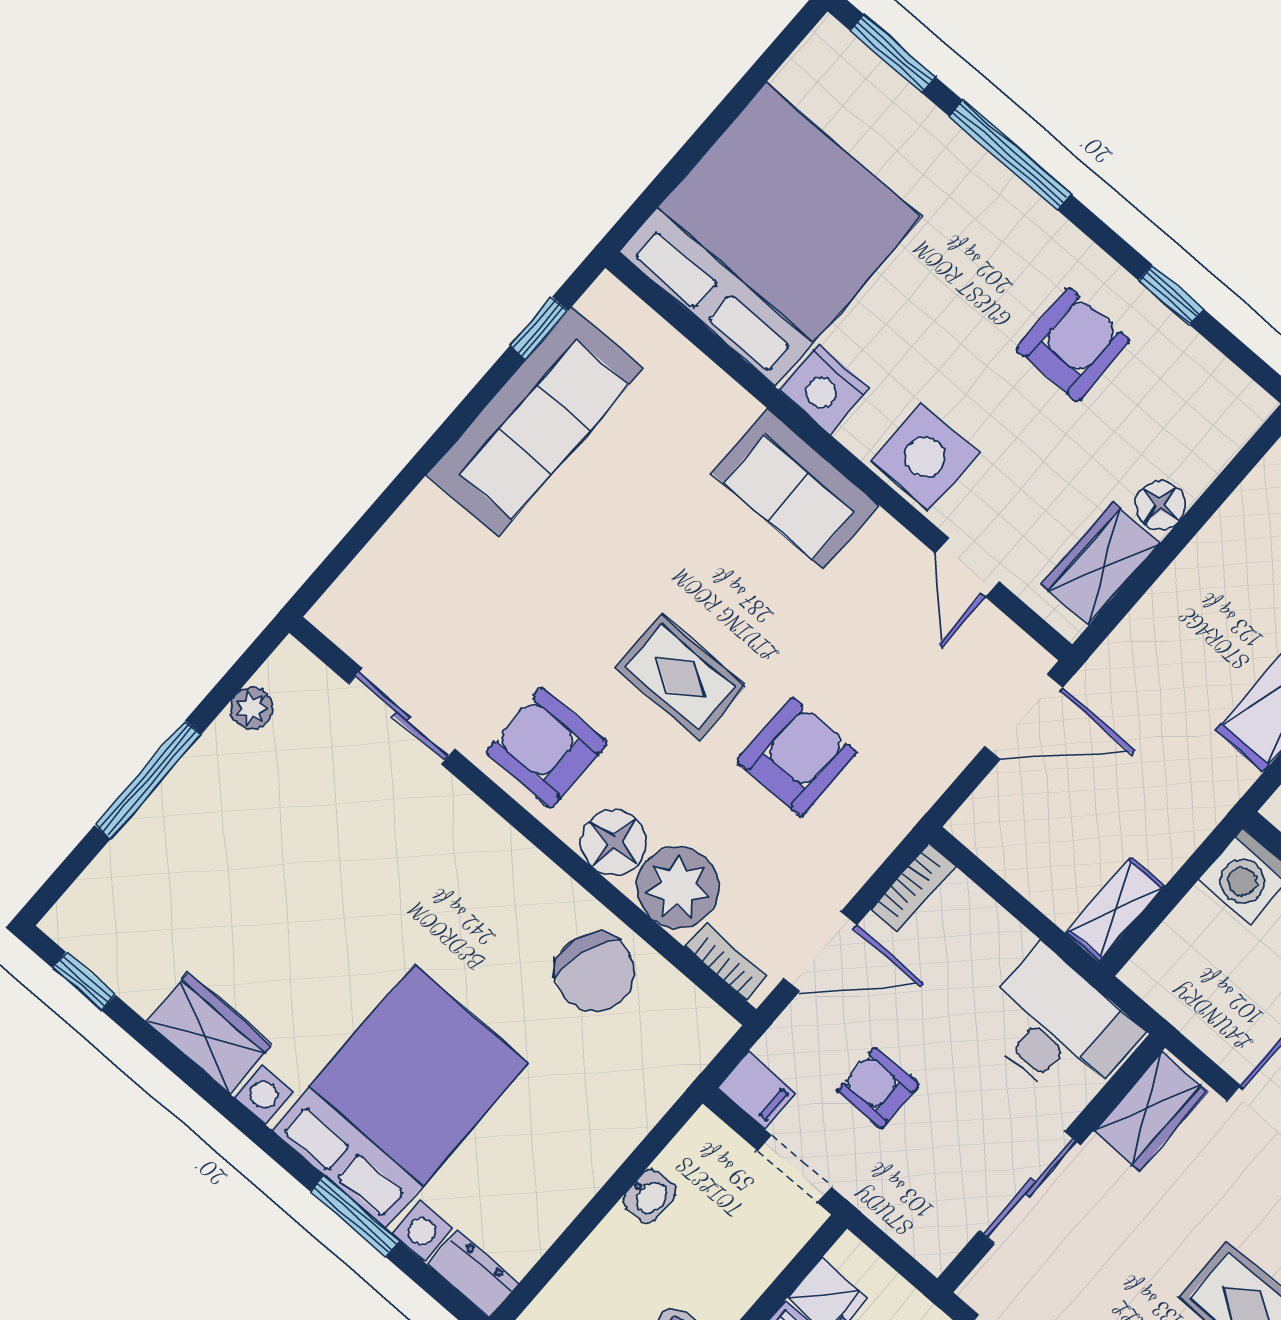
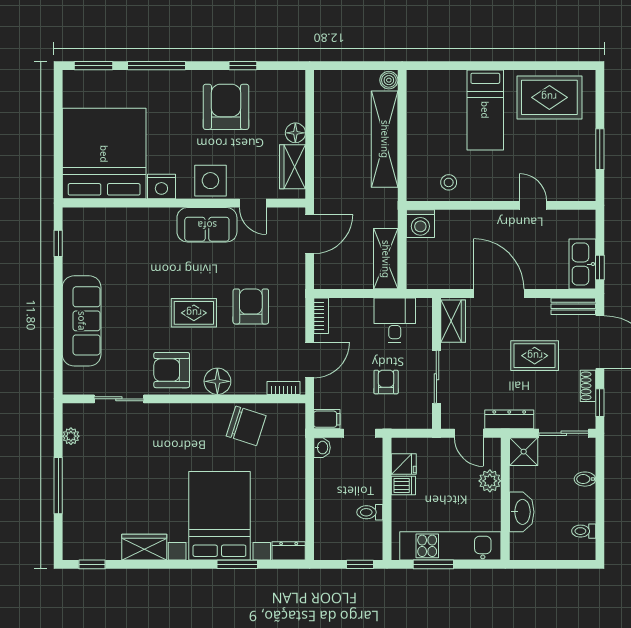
armchair: (1073, 344) -> (226, 107), width x1.36, depth x1.36
sofa: (535, 421) -> (82, 321), moved
sofa: (796, 489) -> (207, 225), moved
plant: (678, 887) -> (249, 378), removed
shelving: (1115, 909) -> (386, 259), width x1.50, depth x1.33
desk: (1058, 1027) -> (395, 320), width x0.73
armchair: (878, 1088) -> (386, 382), moved, turned 90
washbasin: (649, 1196) -> (322, 448), moved

